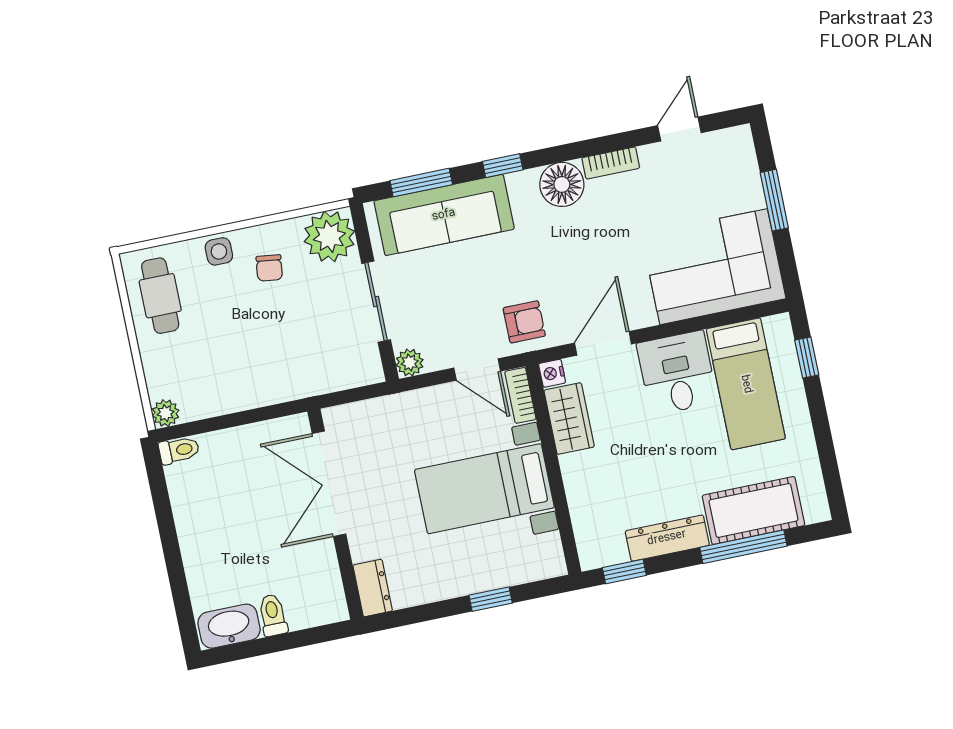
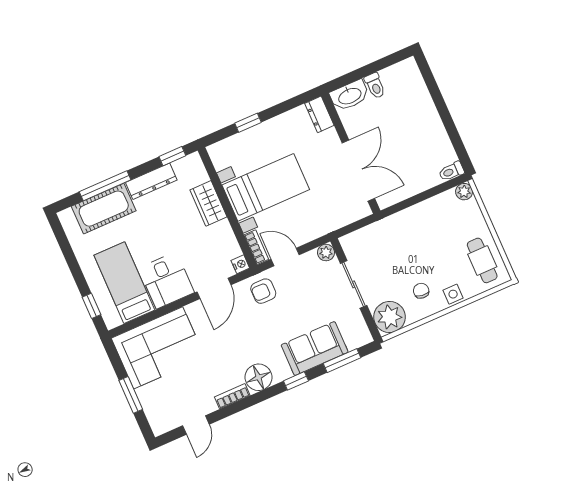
sofa: (444, 215) -> (315, 349), width x0.73
wardrobe: (569, 419) -> (208, 203), moved
washbasin: (229, 626) -> (350, 96), moved

